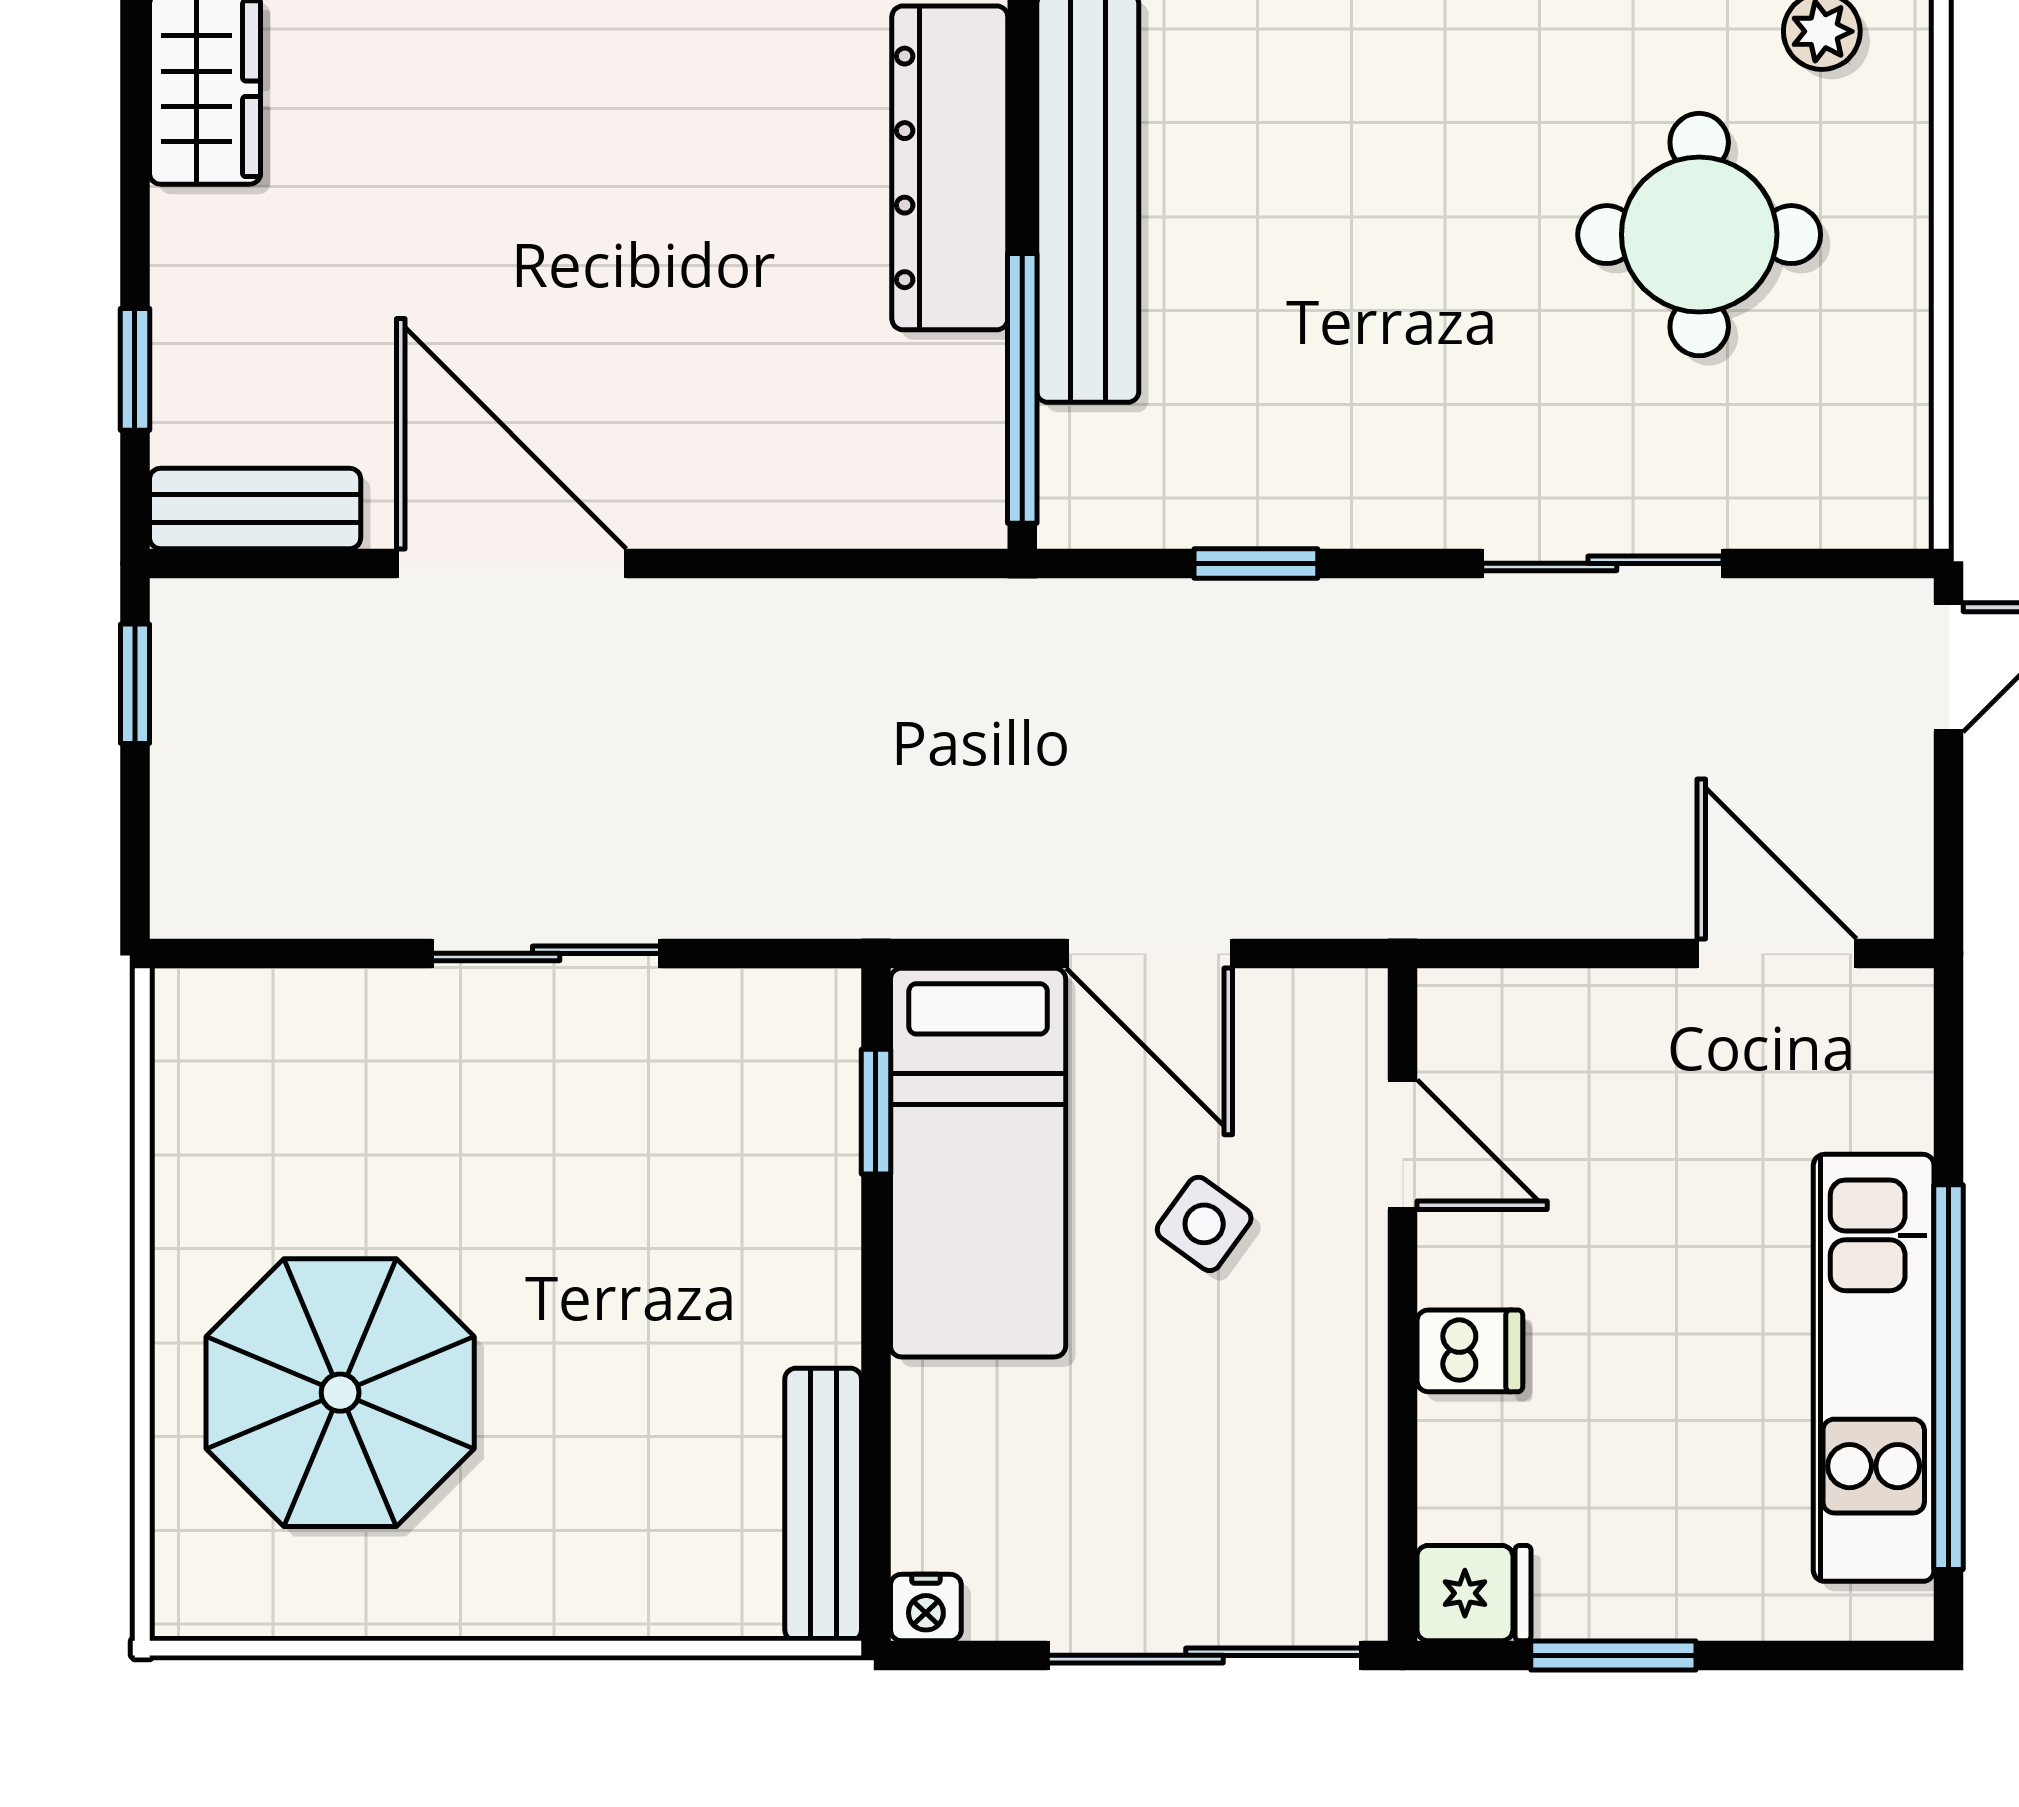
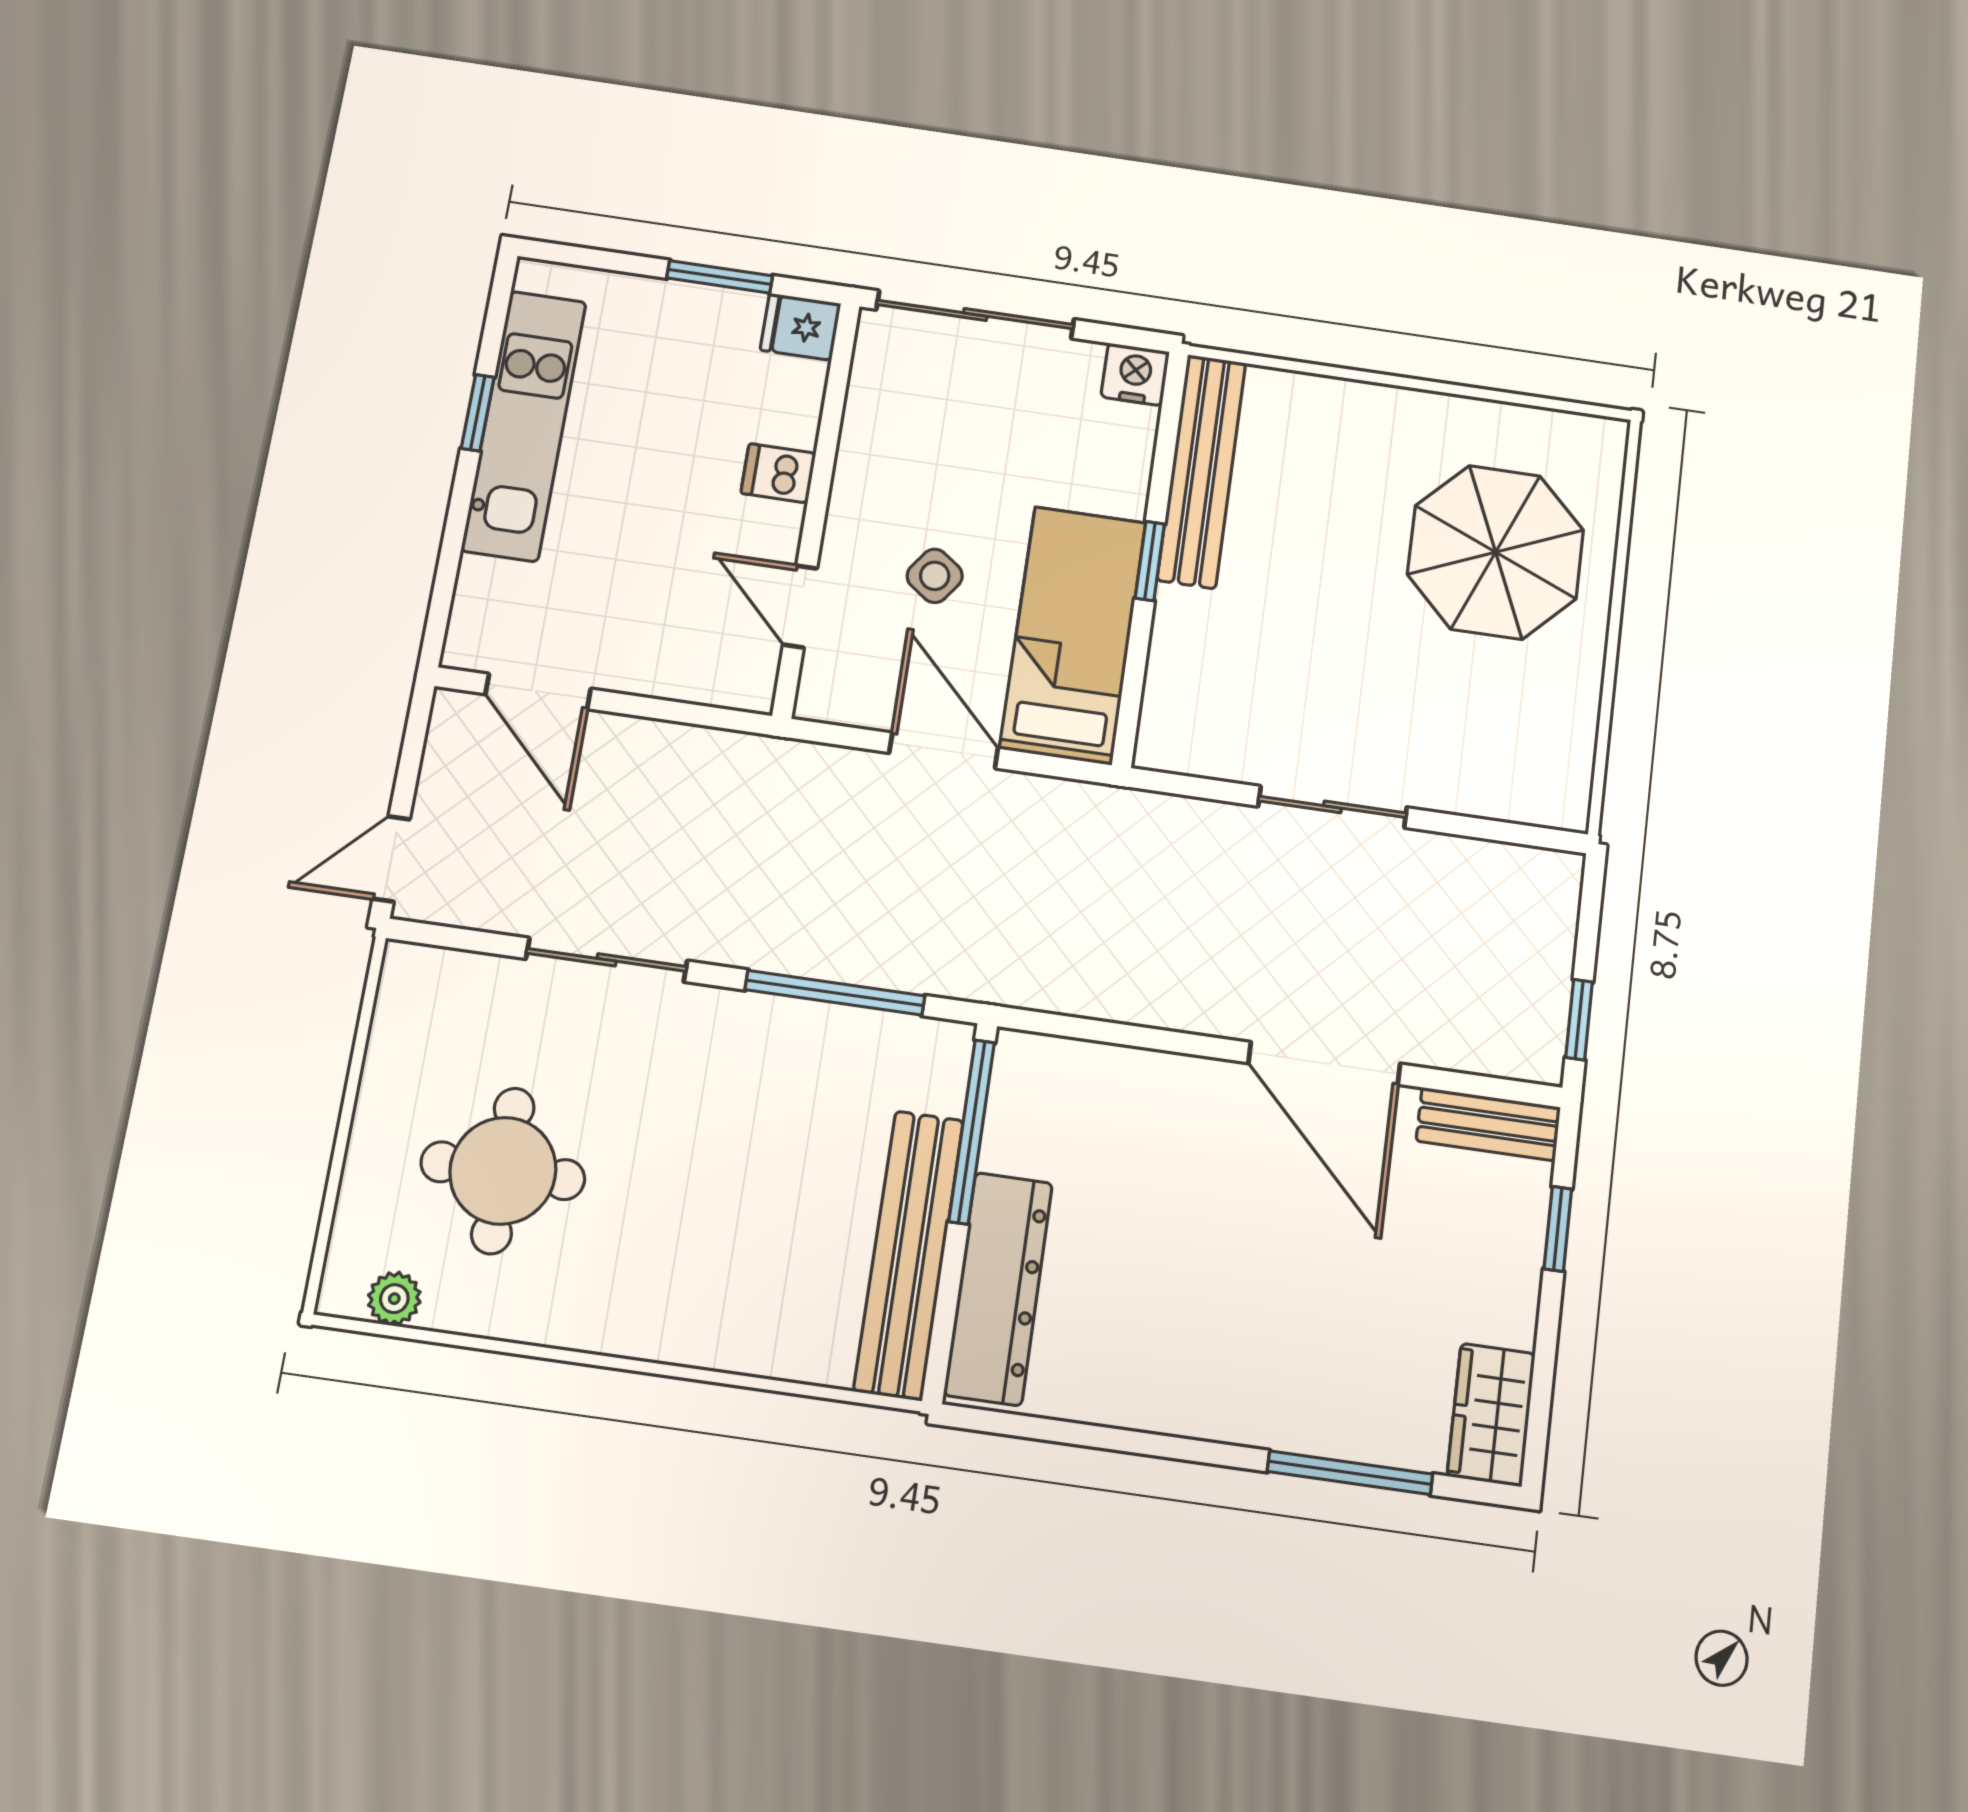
window: (1256, 563) -> (835, 993), width x2.17
window: (876, 1112) -> (1150, 561), moved
window: (1949, 1377) -> (478, 413), width x0.32
bench: (823, 1504) -> (1202, 471), width x1.37, depth x1.21
nightstand: (926, 1607) -> (1135, 374), width x1.39, depth x1.35

